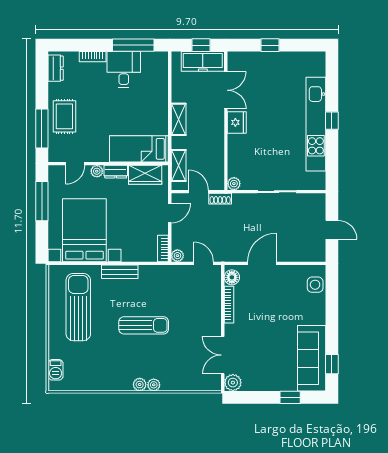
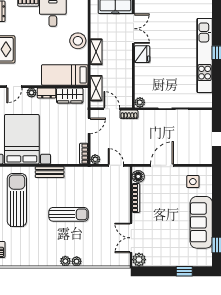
stool: (155, 106) -> (78, 41), added
side table: (315, 285) -> (193, 182), moved
sofa: (312, 358) -> (201, 222), moved

